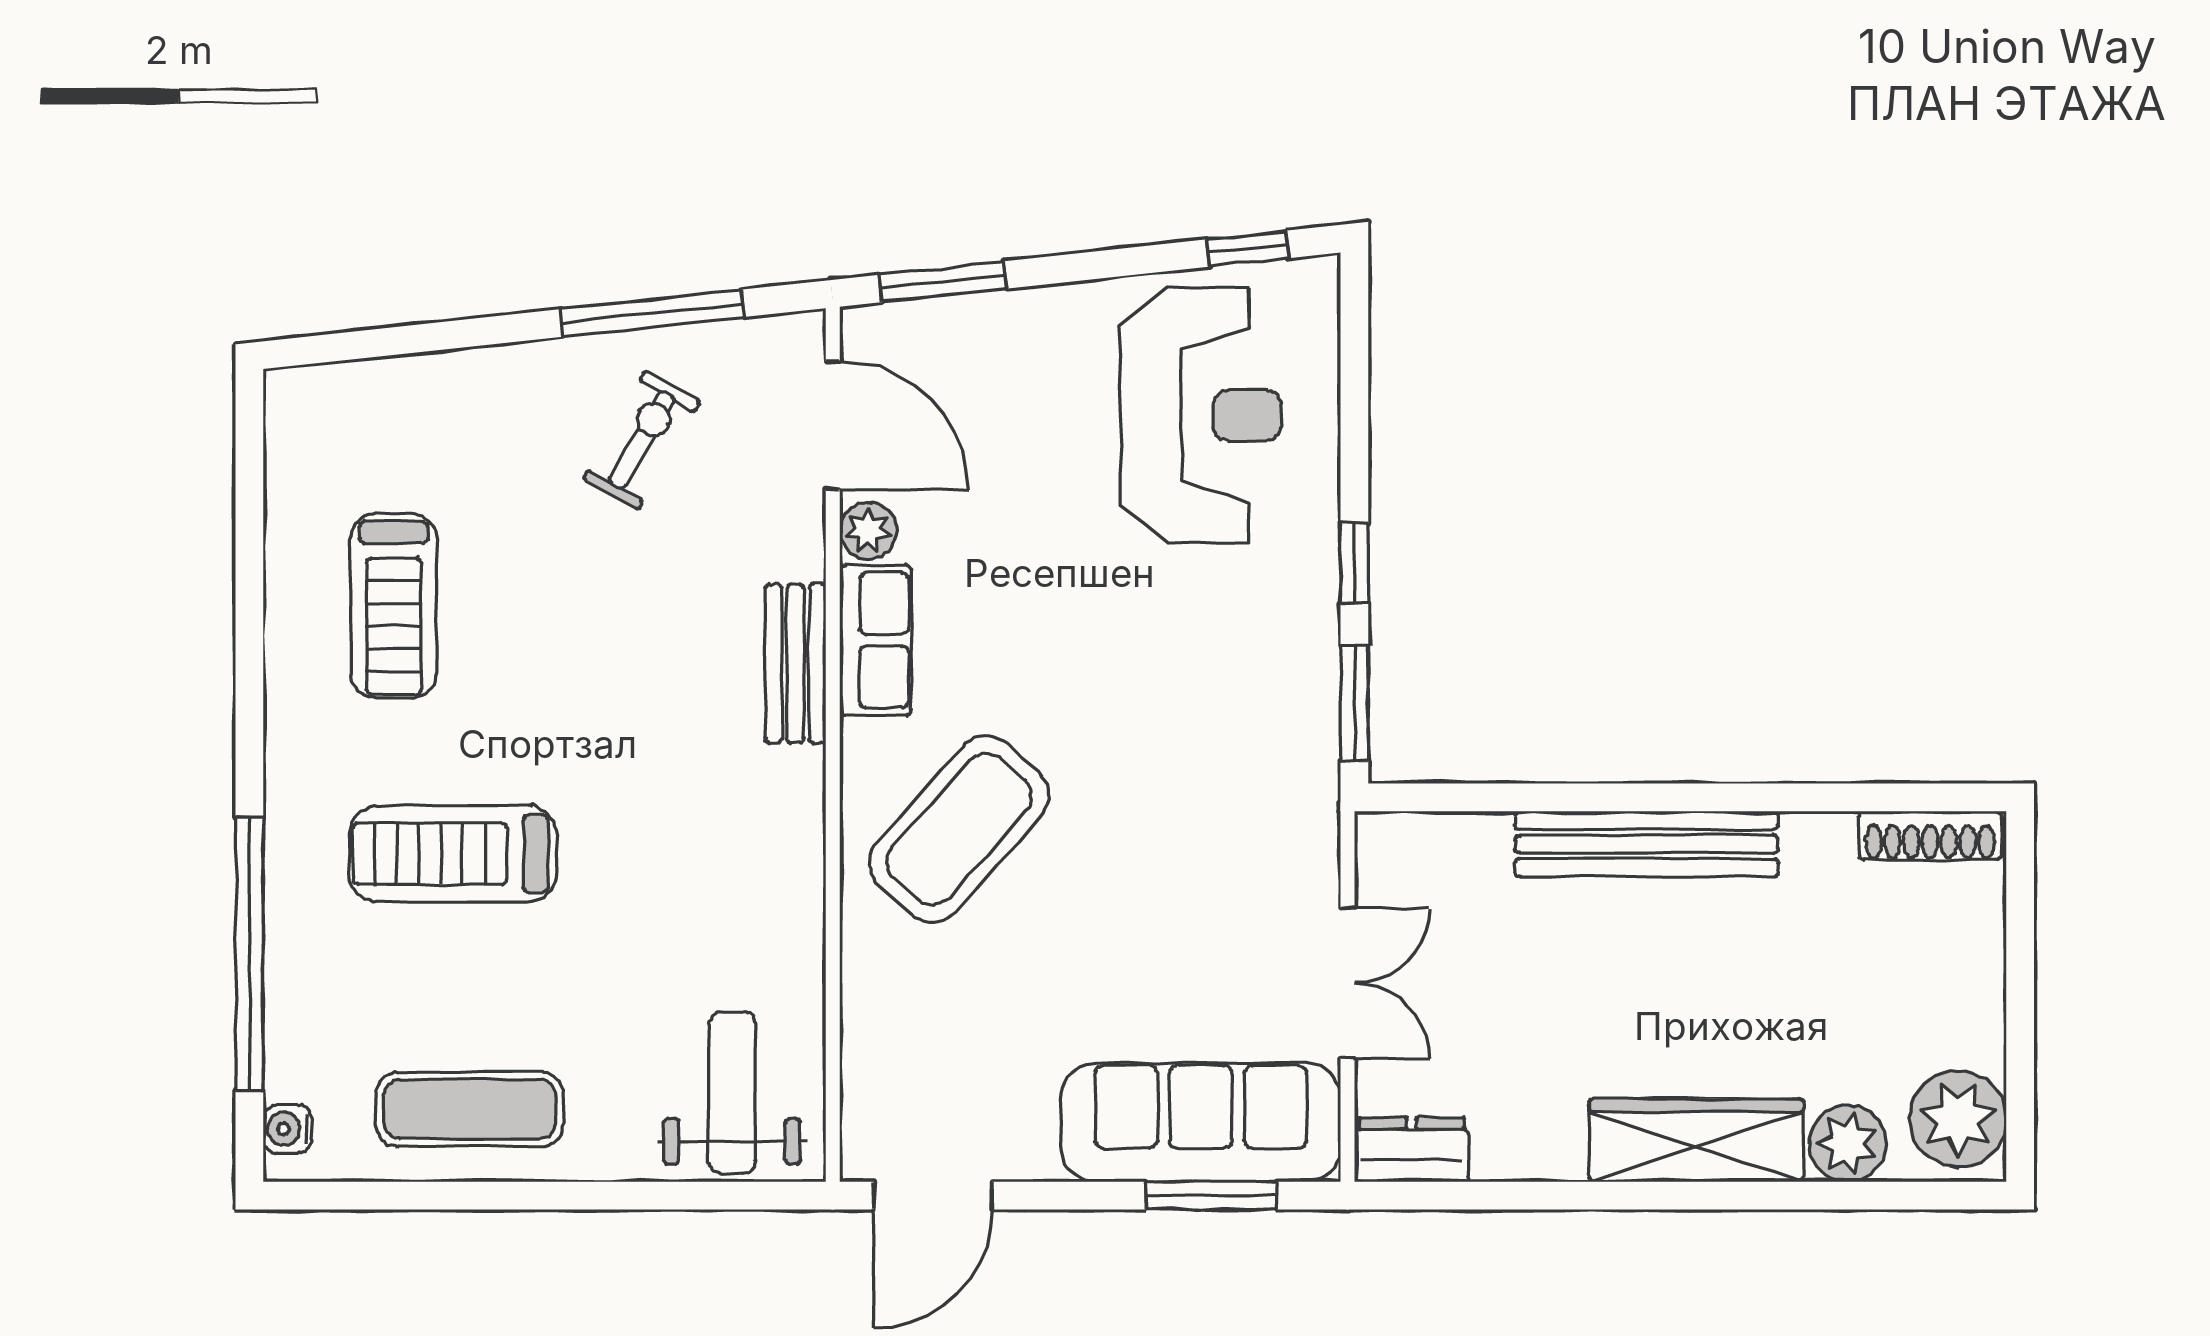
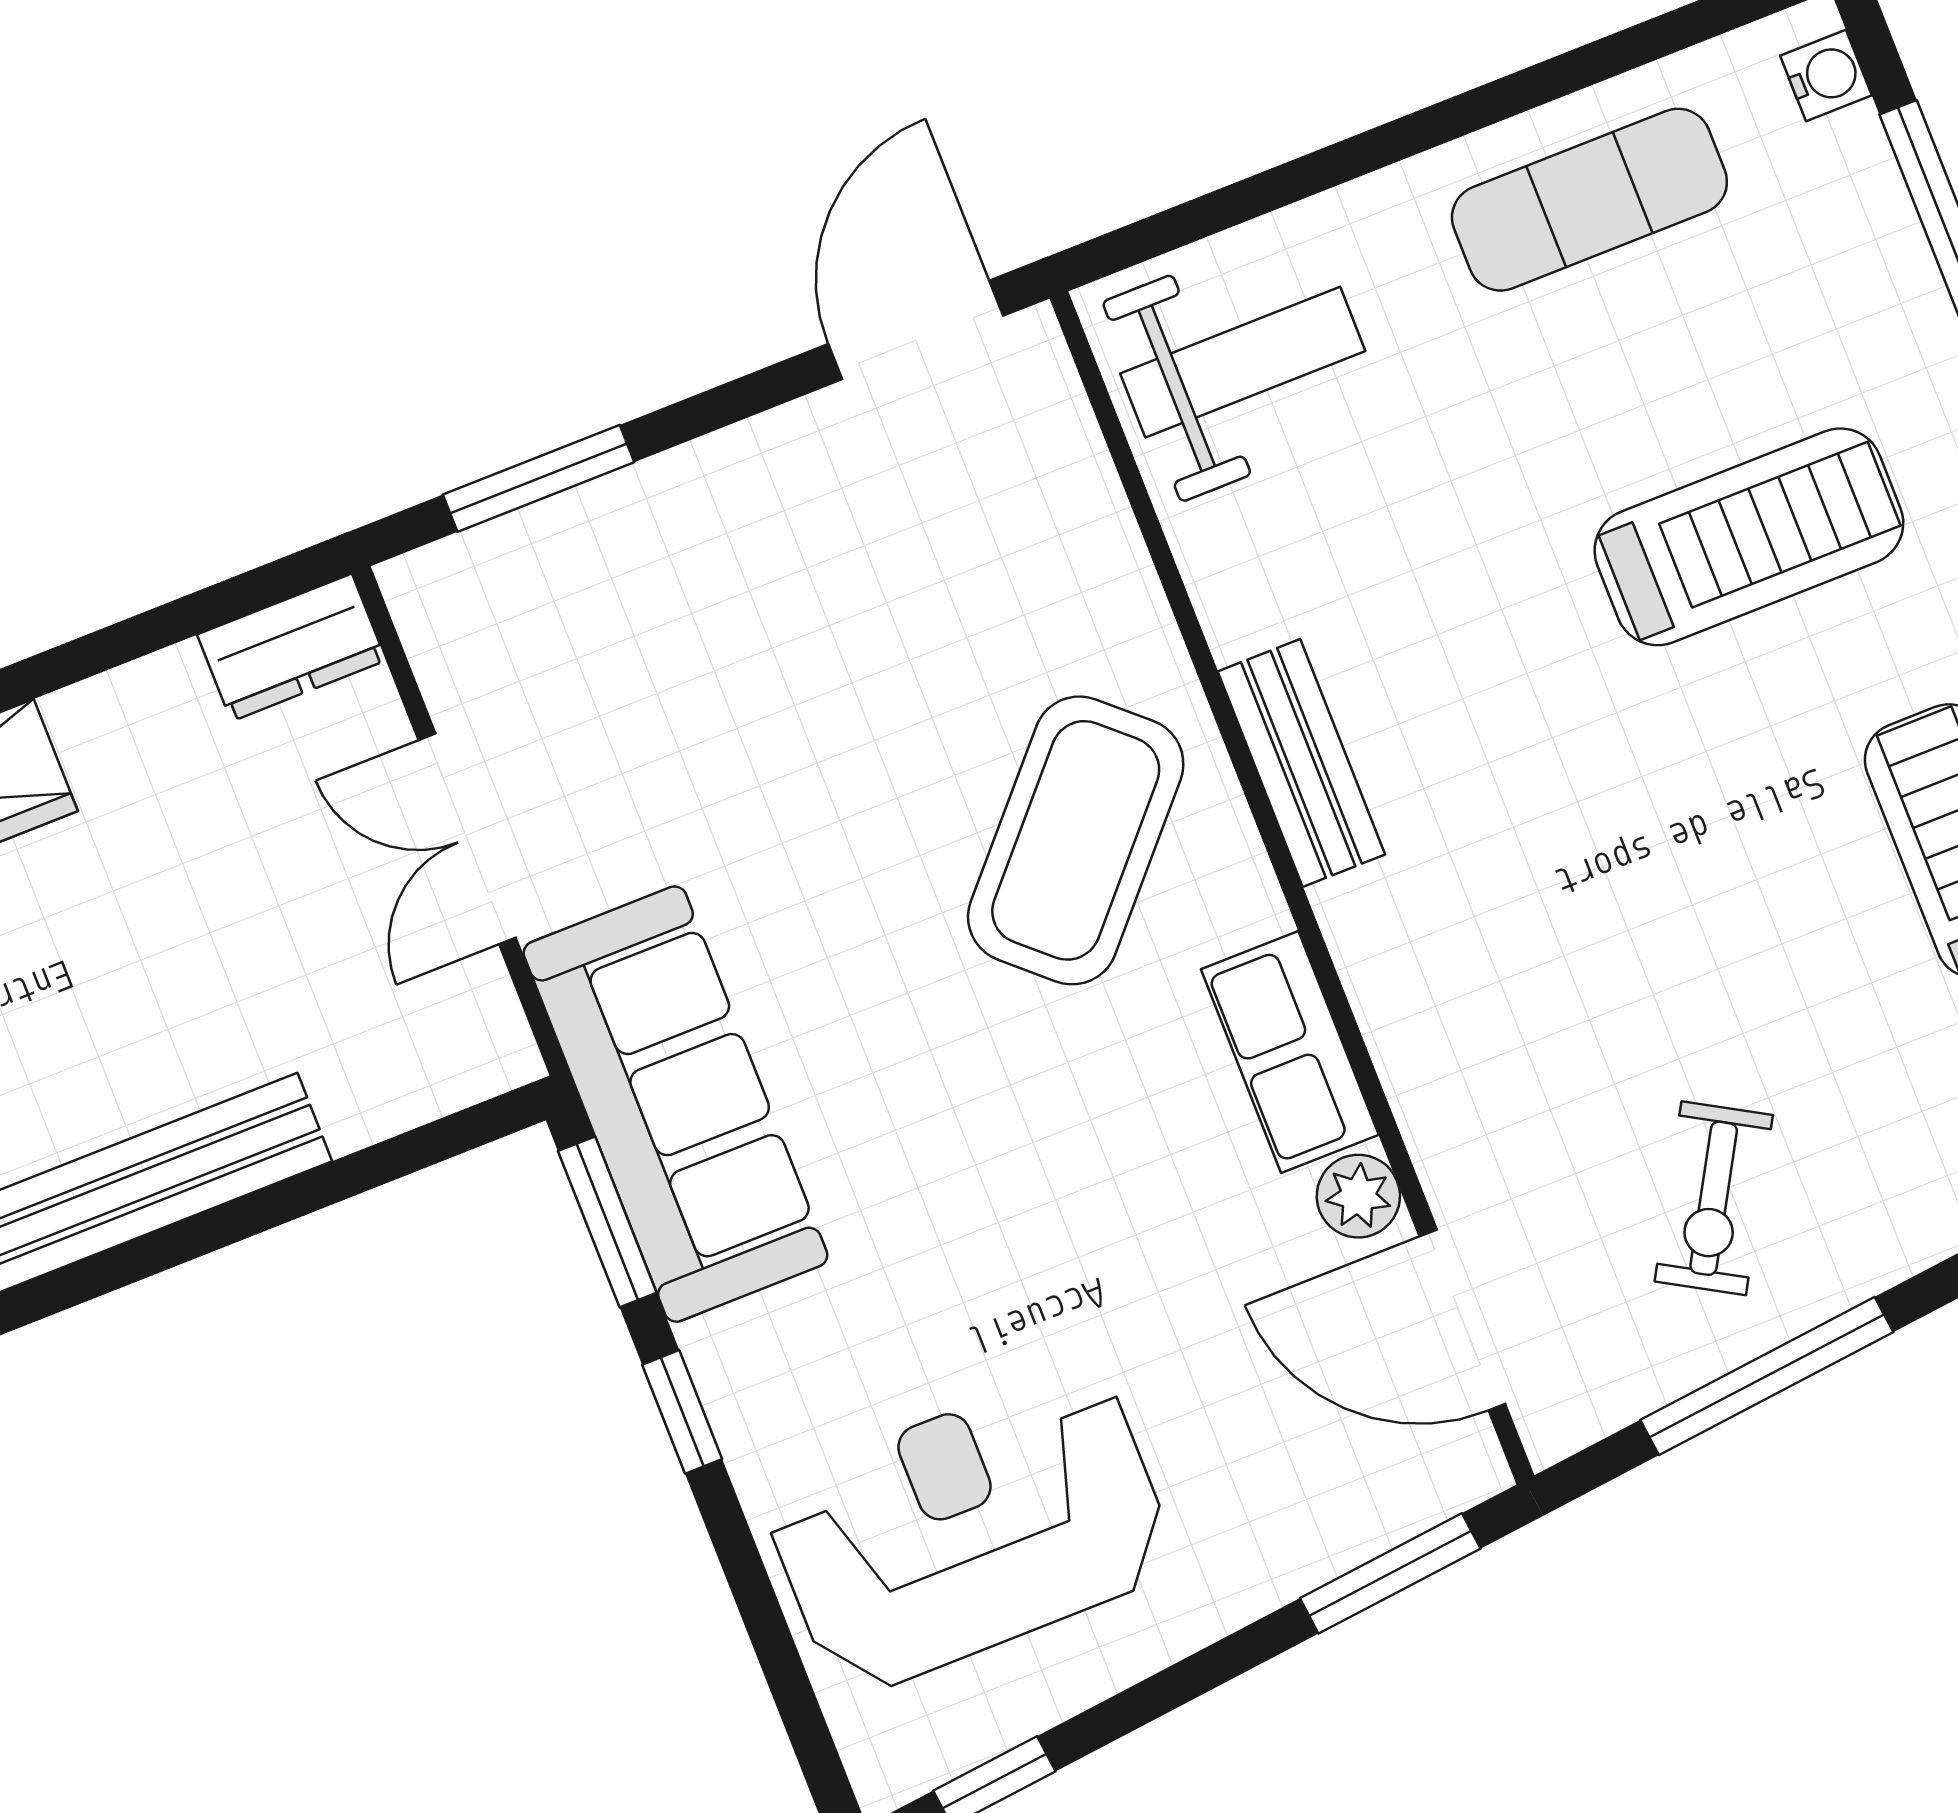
reception desk: (1201, 415) -> (969, 1530), turned 90
bench: (795, 663) -> (1301, 763), moved
weight bench: (732, 1093) -> (1243, 362), turned -90
sofa: (1201, 1122) -> (675, 1104), moved, turned -90

